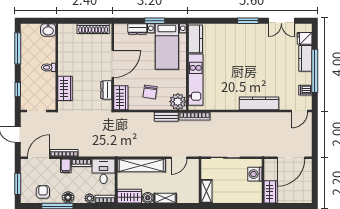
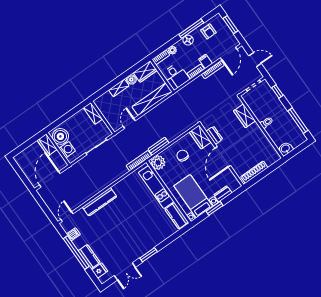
double door: (281, 21) -> (125, 271), swing flipped
boiler: (253, 191) -> (60, 136), added

